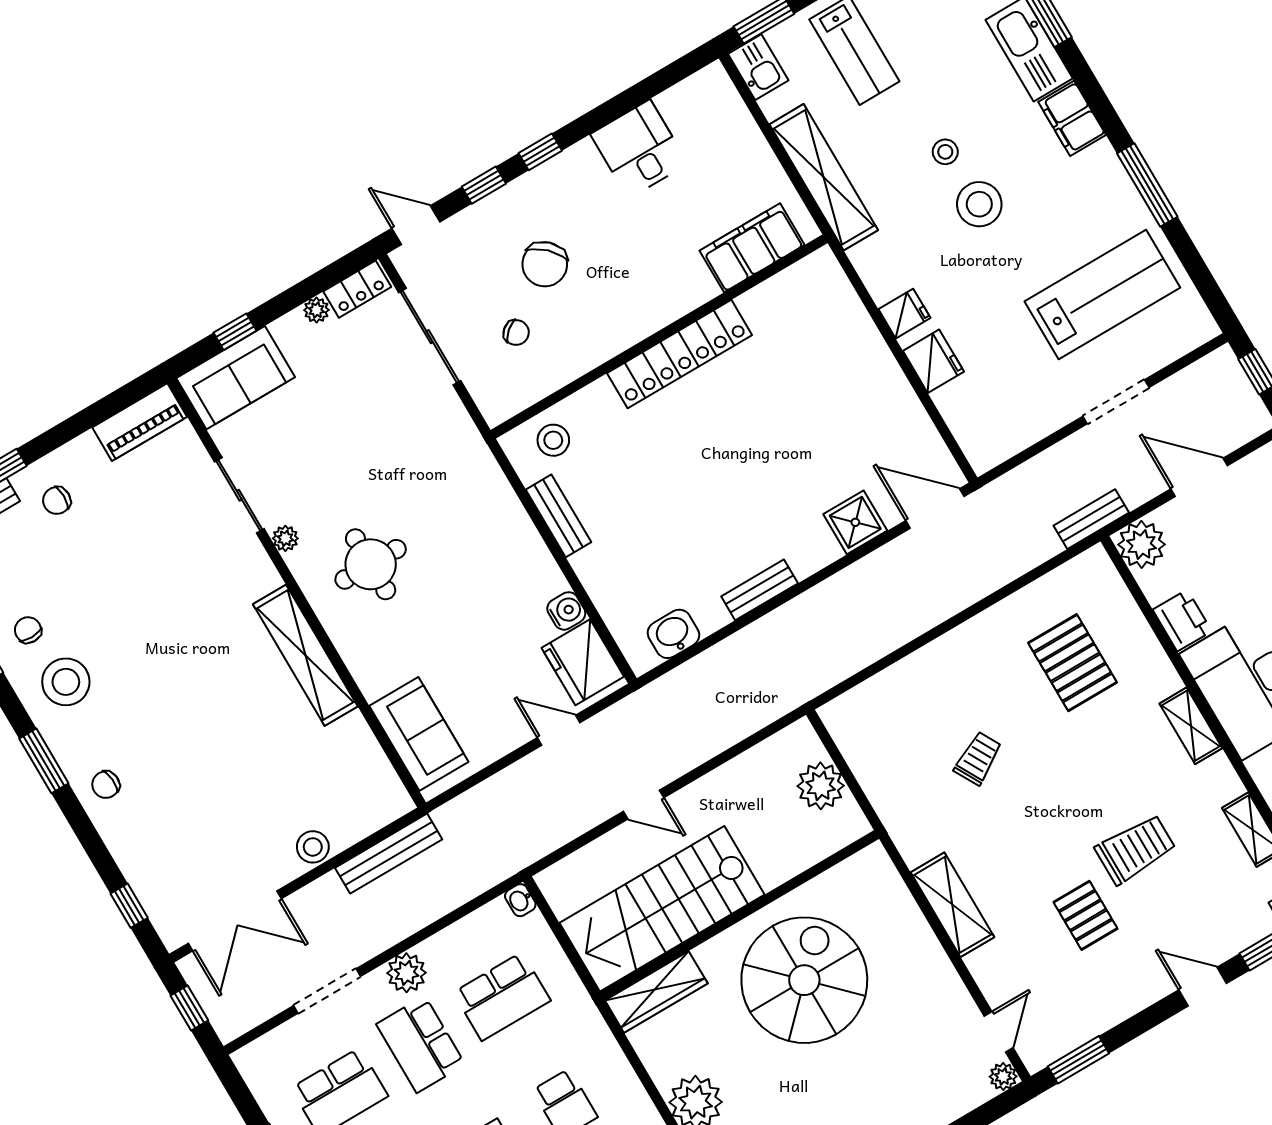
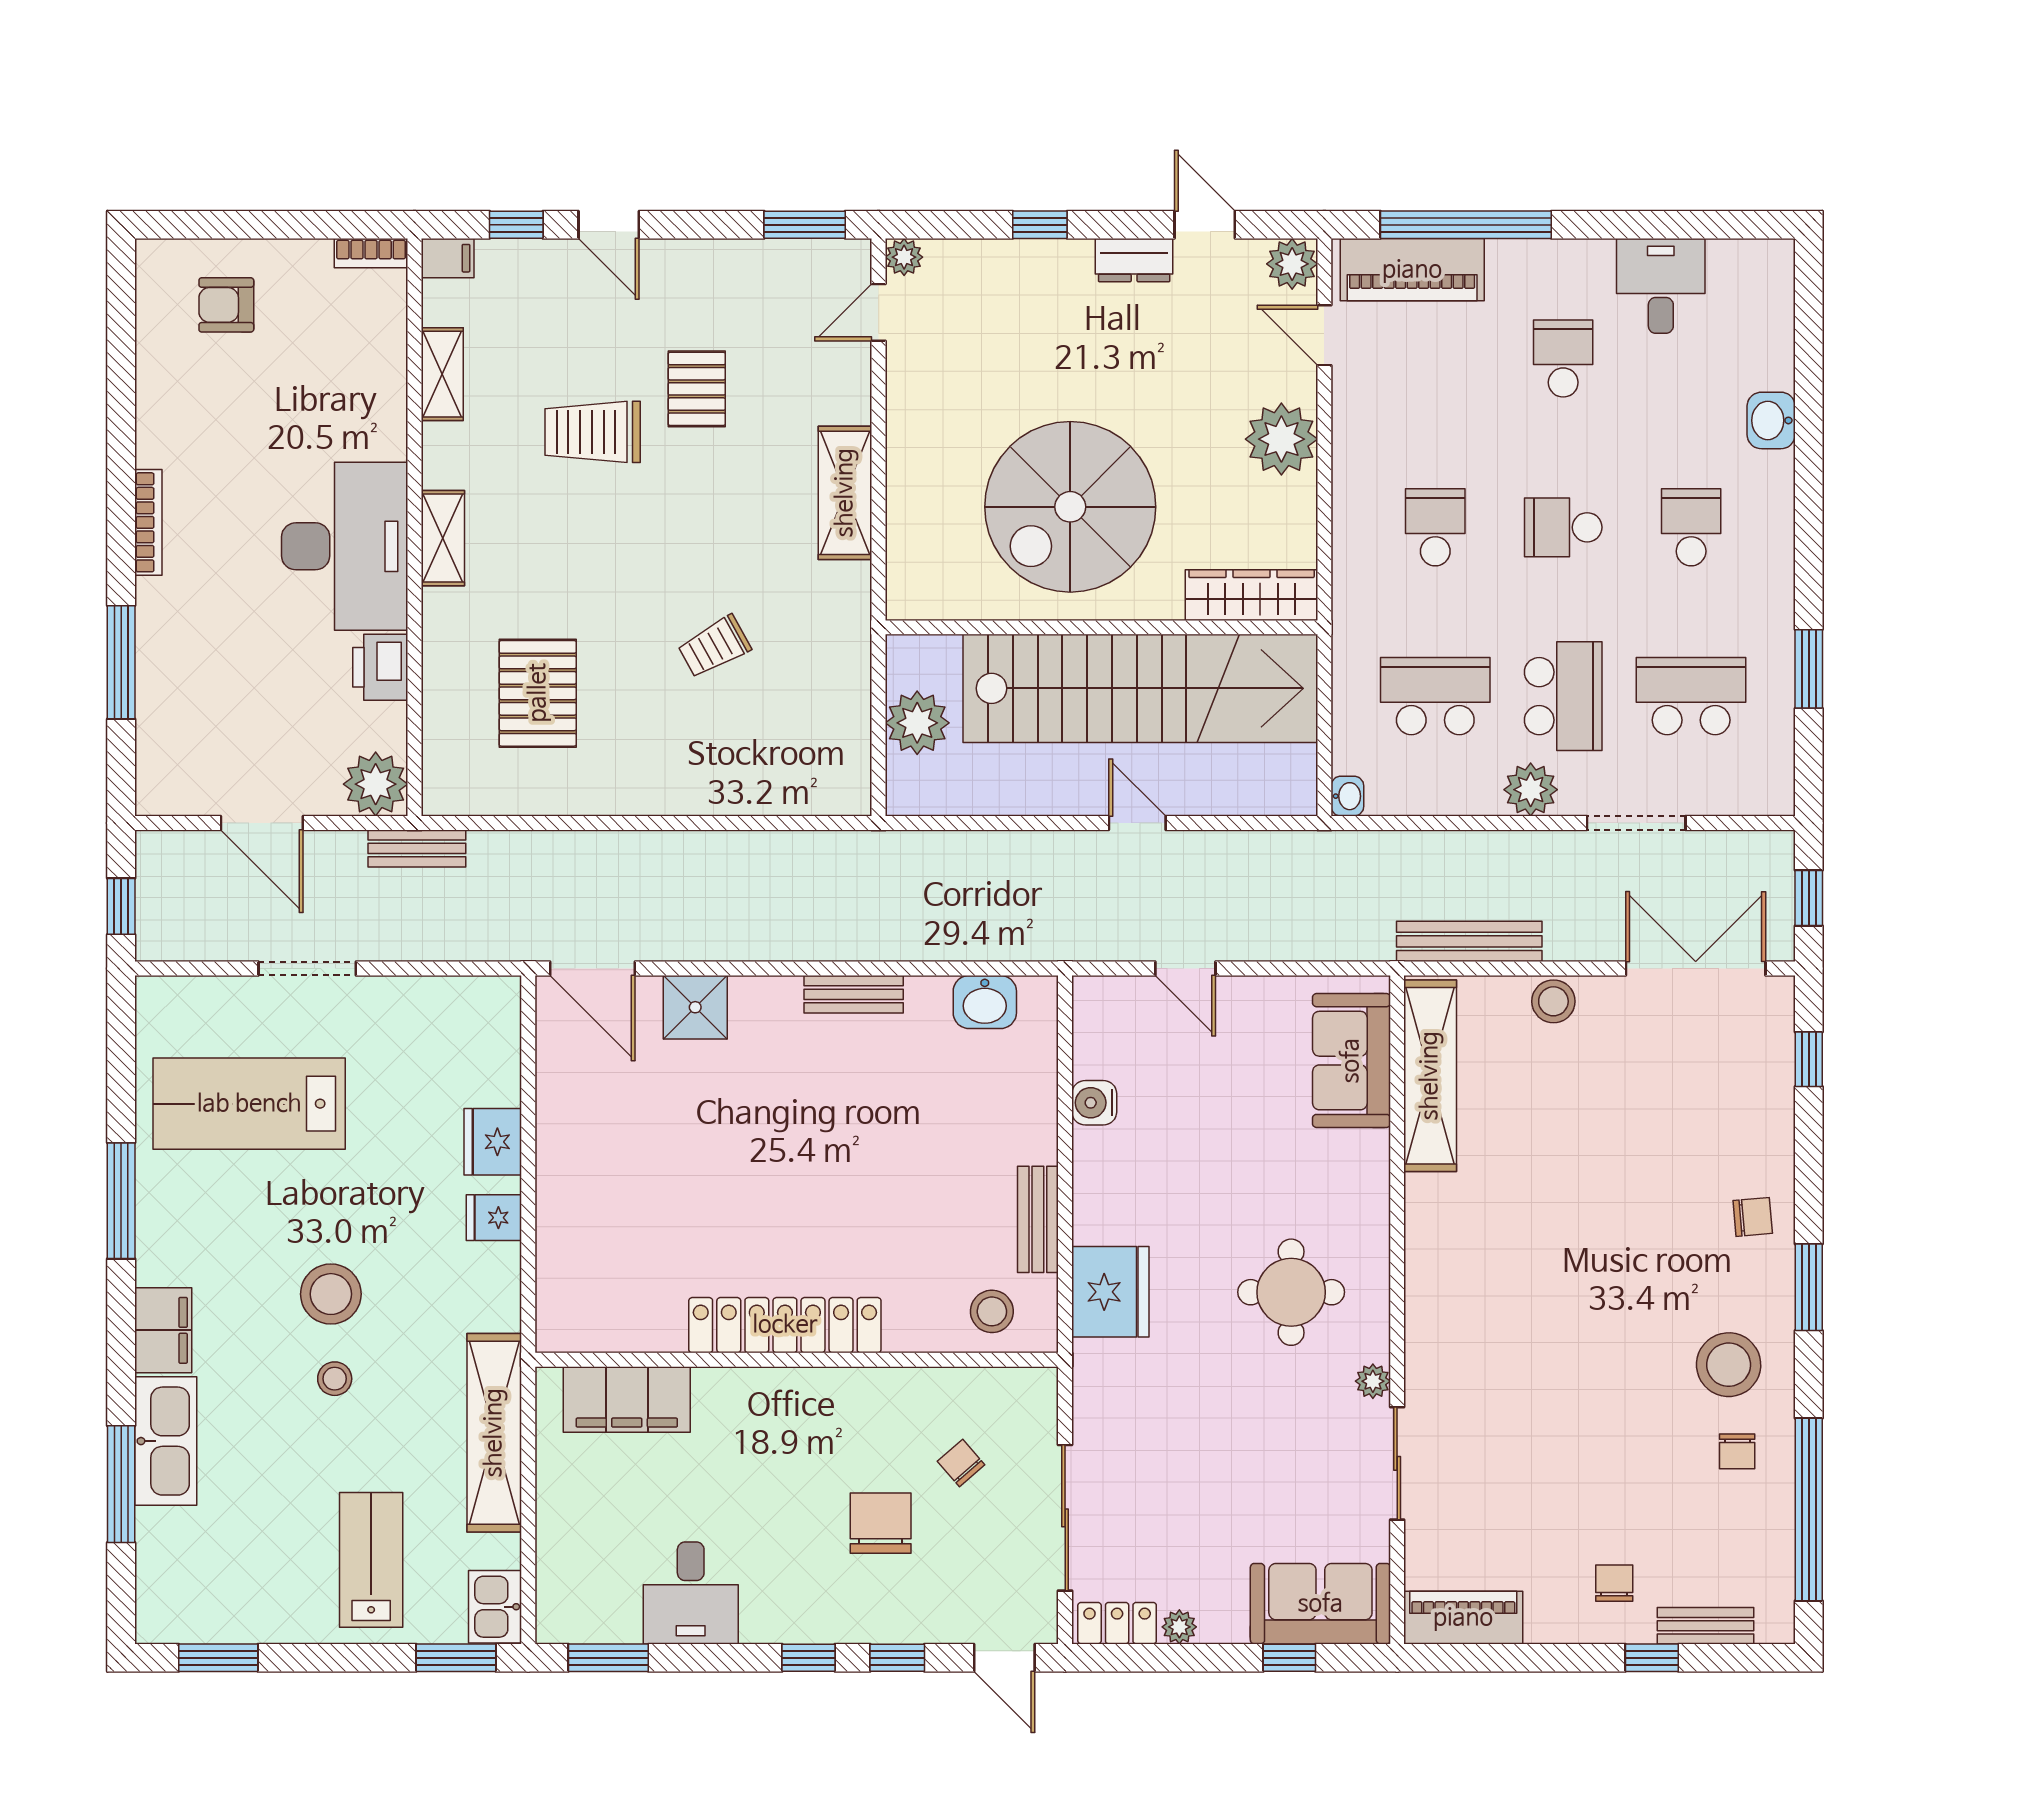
window: (667, 77) -> (608, 1658), added
chair: (545, 264) -> (881, 1523), turned -44
chair: (57, 500) -> (1614, 1583), turned -90
shelving: (305, 655) -> (1430, 1076), moved
fridge: (583, 662) -> (1110, 1292), moved
stairs: (662, 909) -> (1140, 688), width x1.36

